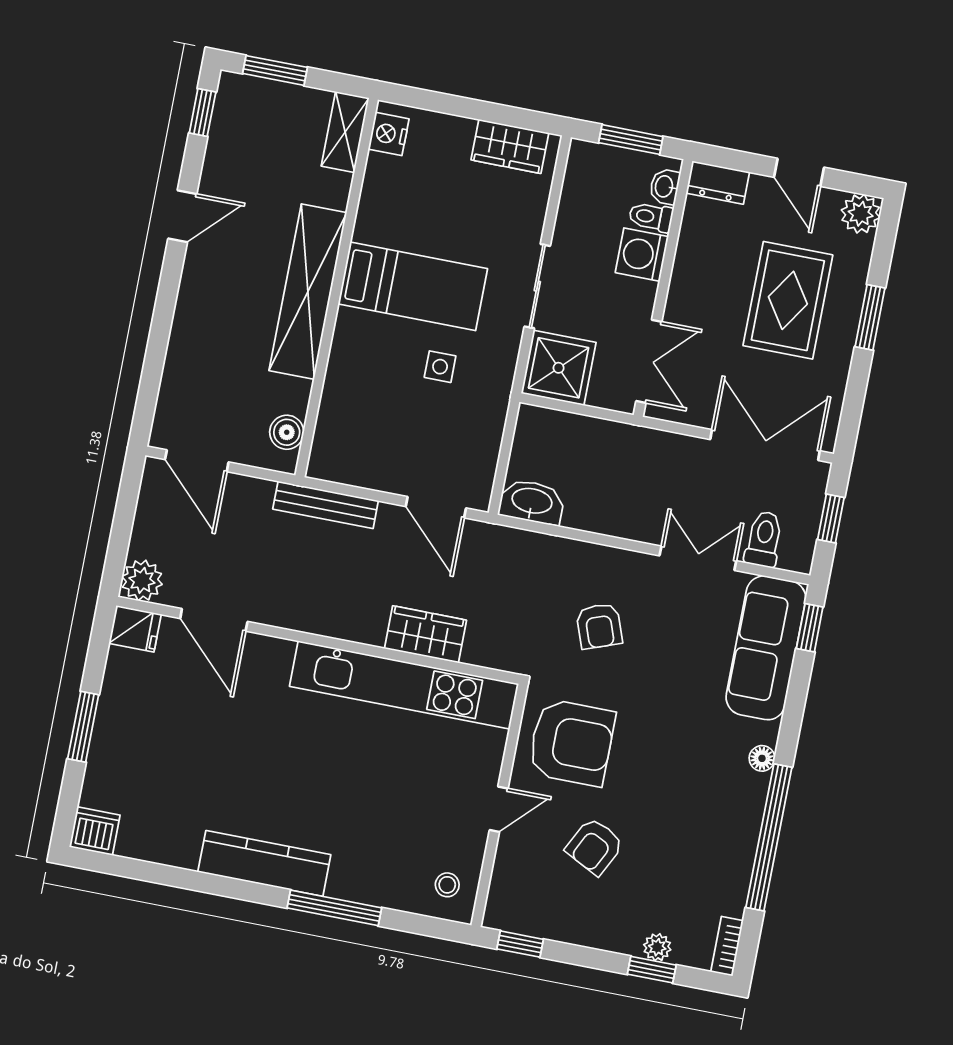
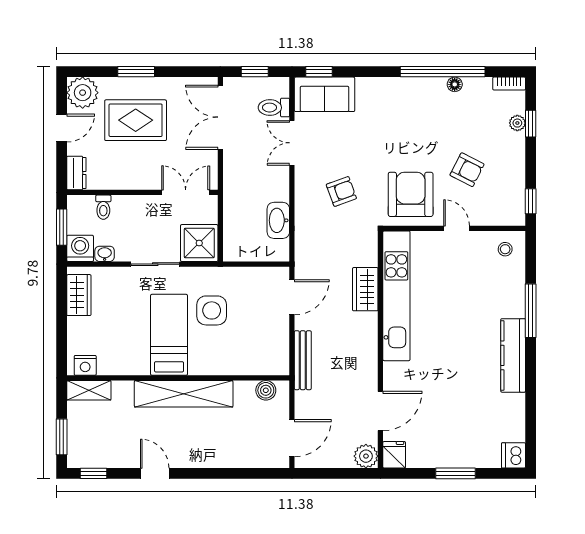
washbasin: (665, 186) -> (105, 254), moved, turned 180
plant: (861, 214) -> (83, 93), width x1.36, depth x1.36
washing machine: (642, 255) -> (80, 248), moved, turned 180
side table: (440, 367) -> (212, 310), width x1.87, depth x1.87
washbasin: (532, 502) -> (278, 220), moved
sofa: (766, 648) -> (325, 94), width x0.73
floor lamp: (762, 758) -> (455, 84), moved

